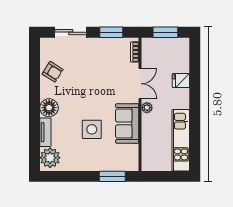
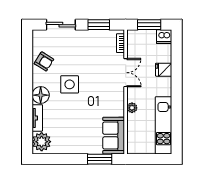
dishwasher: (181, 45) -> (164, 37), added
plant: (147, 108) -> (132, 108), moved
sofa: (127, 123) -> (114, 136), moved
side table: (92, 129) -> (70, 84), moved

